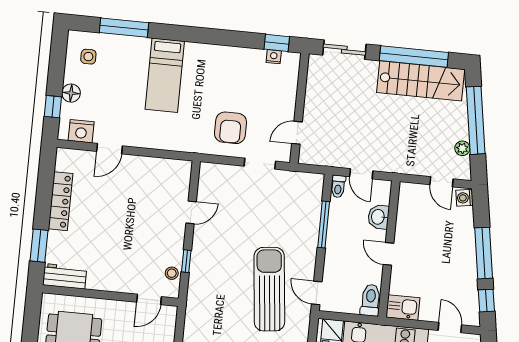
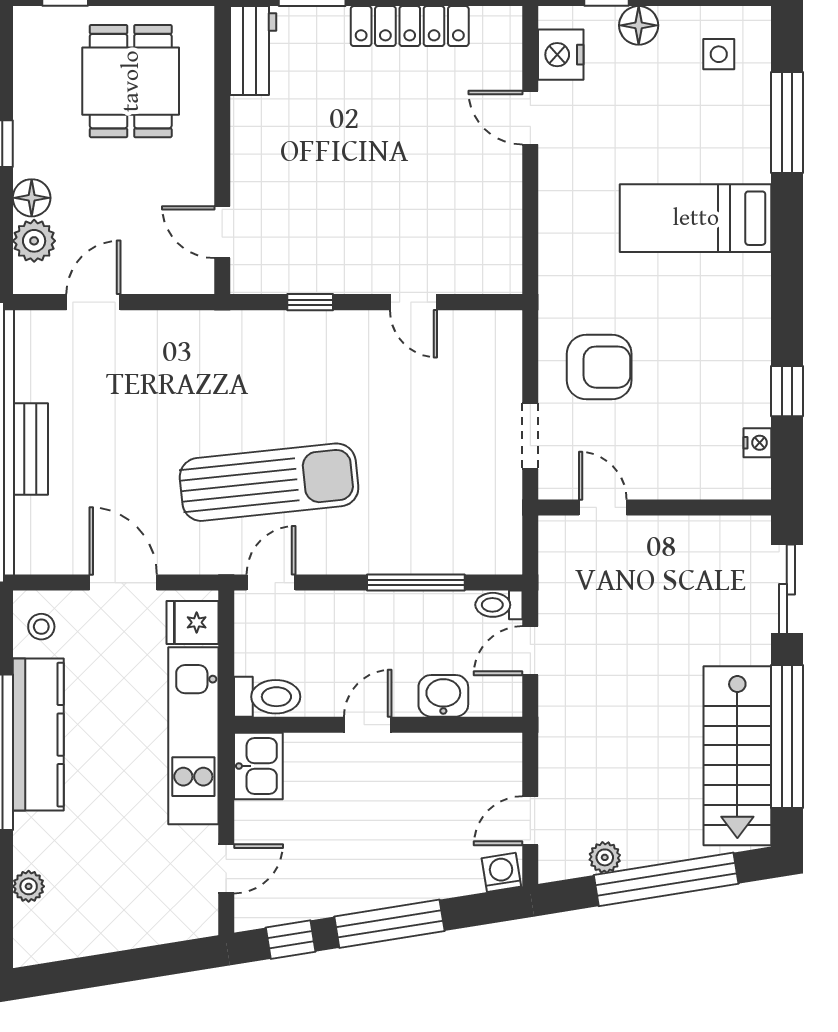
window: (277, 43) -> (787, 391), moved
armchair: (231, 128) -> (599, 367), turned 180
stool: (172, 273) -> (282, 274), removed

